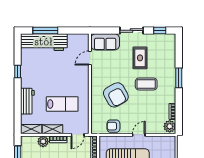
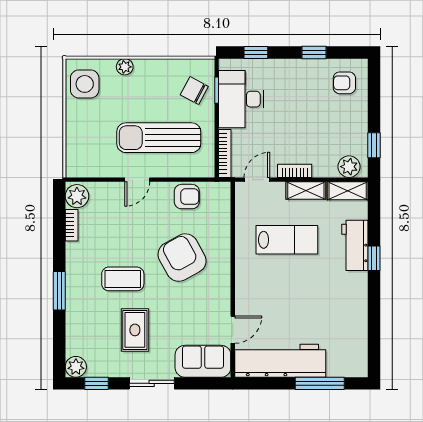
plant: (170, 39) -> (76, 367), added
workbench: (44, 42) -> (280, 361), moved
window: (18, 71) -> (374, 258), moved
lab bench: (62, 104) -> (287, 240), turned 180
plant: (43, 141) -> (349, 167), moved

